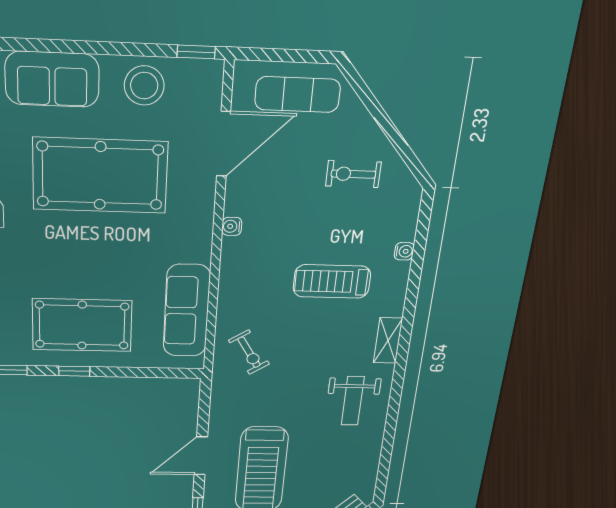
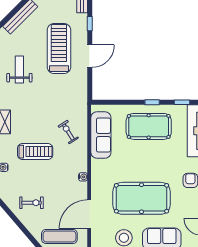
exercise bike: (249, 352) -> (68, 132), moved
weight bench: (353, 401) -> (19, 69), moved

